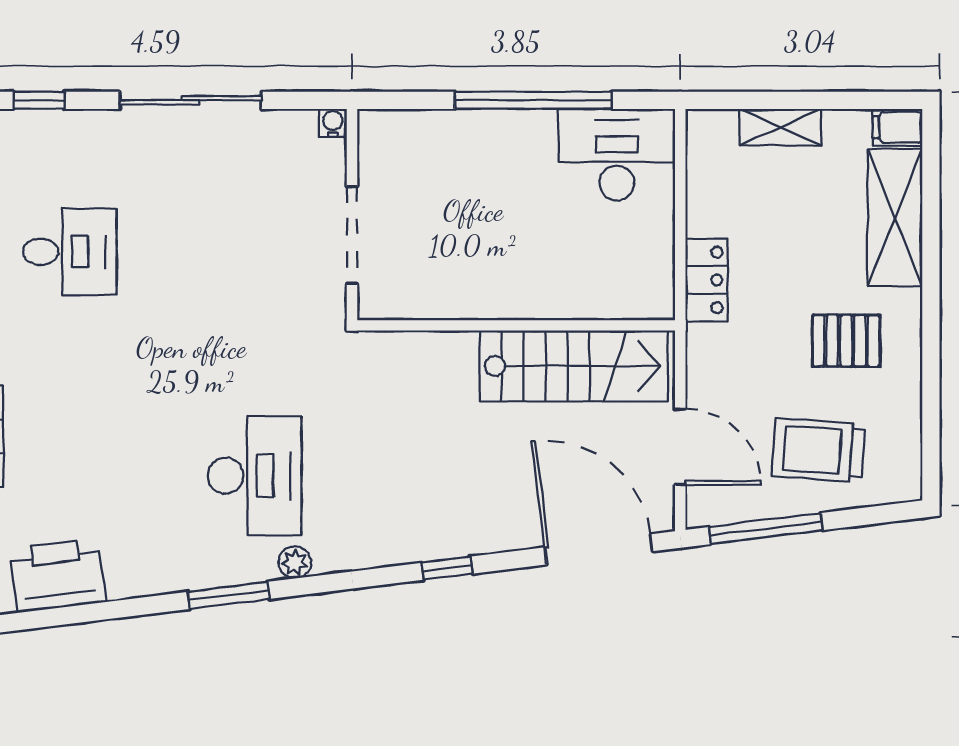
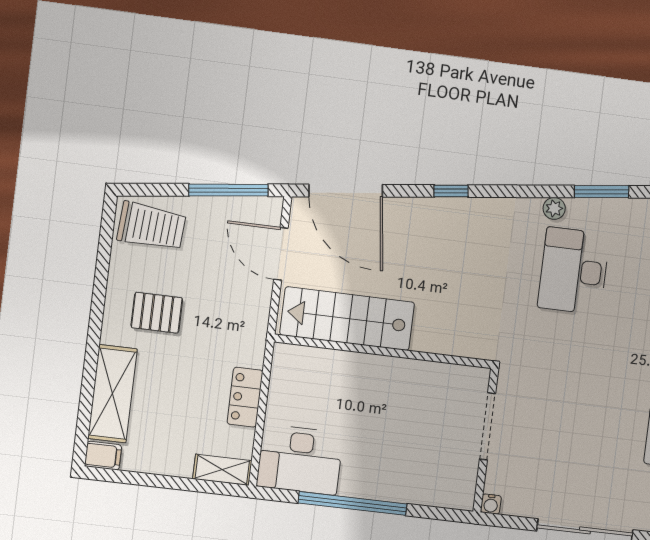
shelving: (780, 127) -> (222, 470), moved
locker: (706, 280) -> (245, 397), moved
trolley: (819, 450) -> (151, 226), moved

